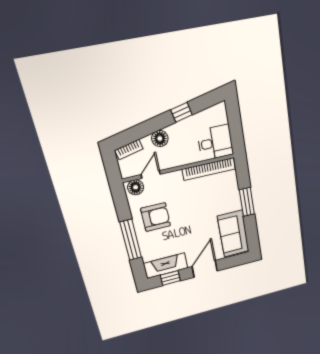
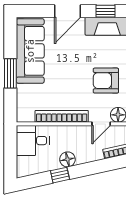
floor lamp: (160, 138) -> (67, 159), moved
bookcase: (209, 169) -> (62, 116), moved
sofa: (233, 234) -> (30, 51), width x1.36

